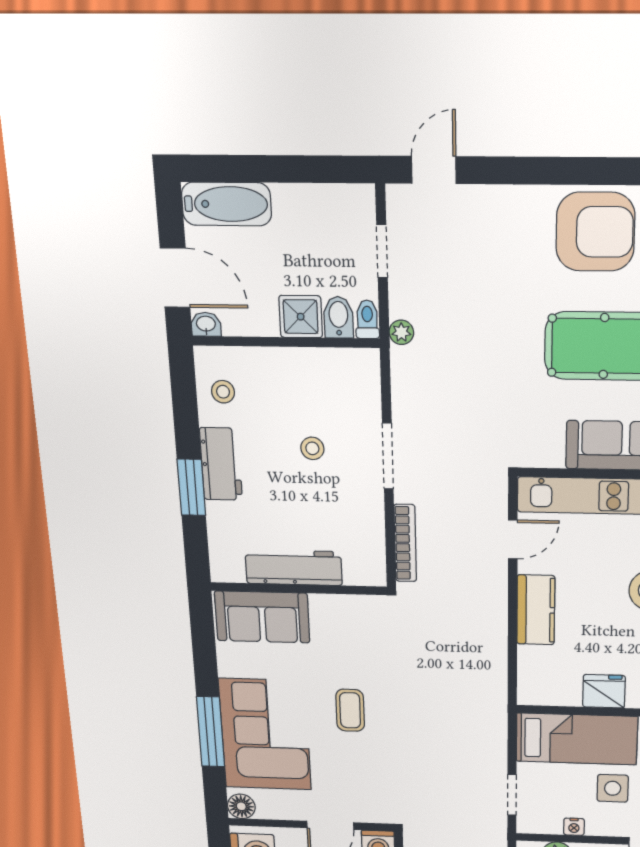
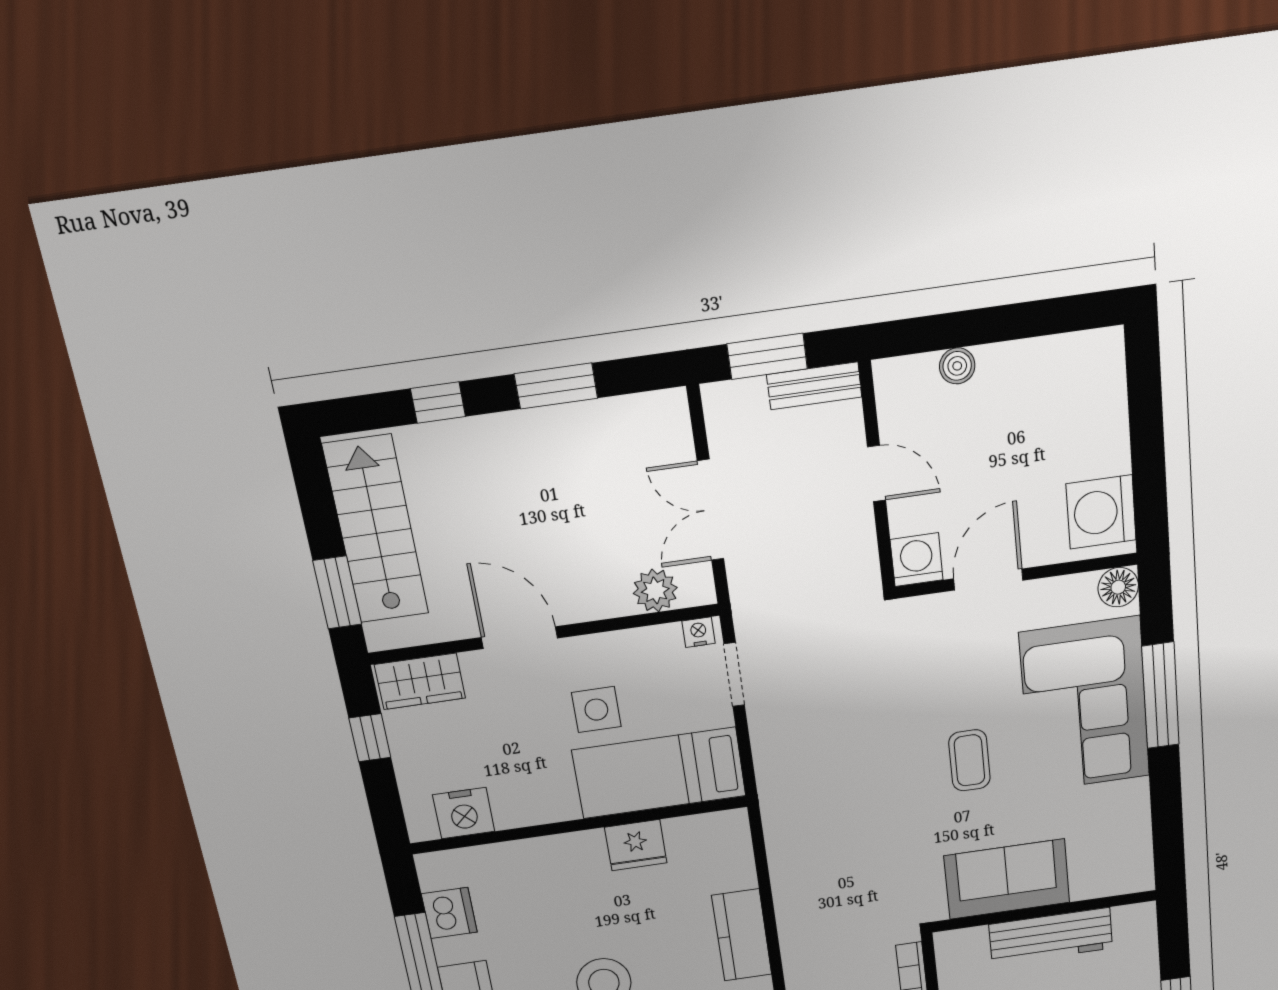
sofa: (262, 617) -> (1007, 879), moved
nightstand: (574, 827) -> (699, 632), moved

